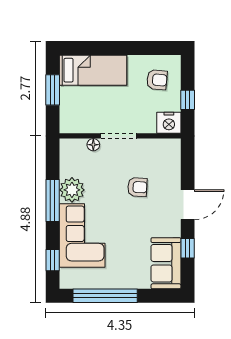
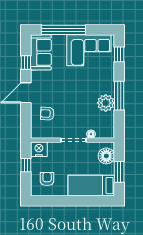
armchair: (157, 80) -> (47, 179), turned 85
floor lamp: (71, 113) -> (106, 156), added
armchair: (137, 187) -> (47, 114), moved
corner sofa: (82, 236) -> (89, 50), moved, turned -90
window: (105, 296) -> (63, 30), moved

